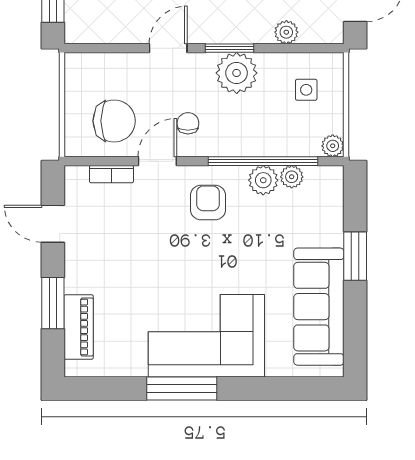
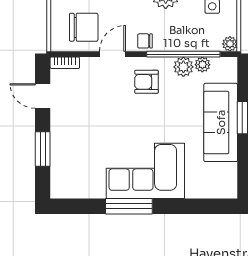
chair: (188, 123) -> (145, 41), moved, turned -90
bookcase: (111, 174) -> (65, 63), moved
armchair: (208, 203) -> (146, 82), turned -90
sofa: (319, 307) -> (221, 122), moved
piano: (79, 327) -> (60, 165), removed

